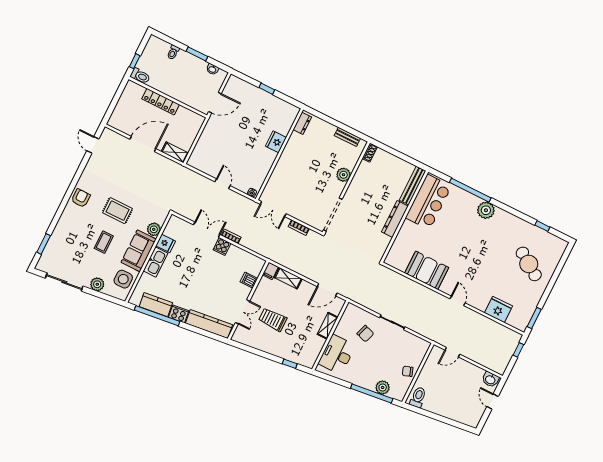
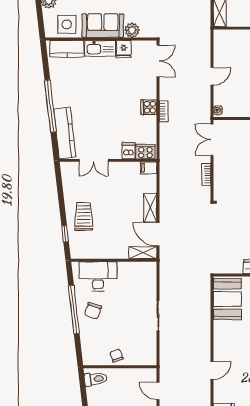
double door: (207, 230) -> (158, 61), moved
booth: (427, 270) -> (227, 299), moved
shelving: (288, 278) -> (150, 208), moved
kitchen counter: (156, 305) -> (67, 49), moved, turned 97
cooker: (179, 314) -> (145, 152), moved, turned -83
window: (157, 316) -> (50, 106), moved
trolley: (273, 319) -> (84, 216), moved
shelving: (328, 326) -> (143, 253), moved
chair: (365, 334) -> (93, 311), moved
plant: (383, 387) -> (88, 339), removed
window: (372, 393) -> (74, 309), moved

